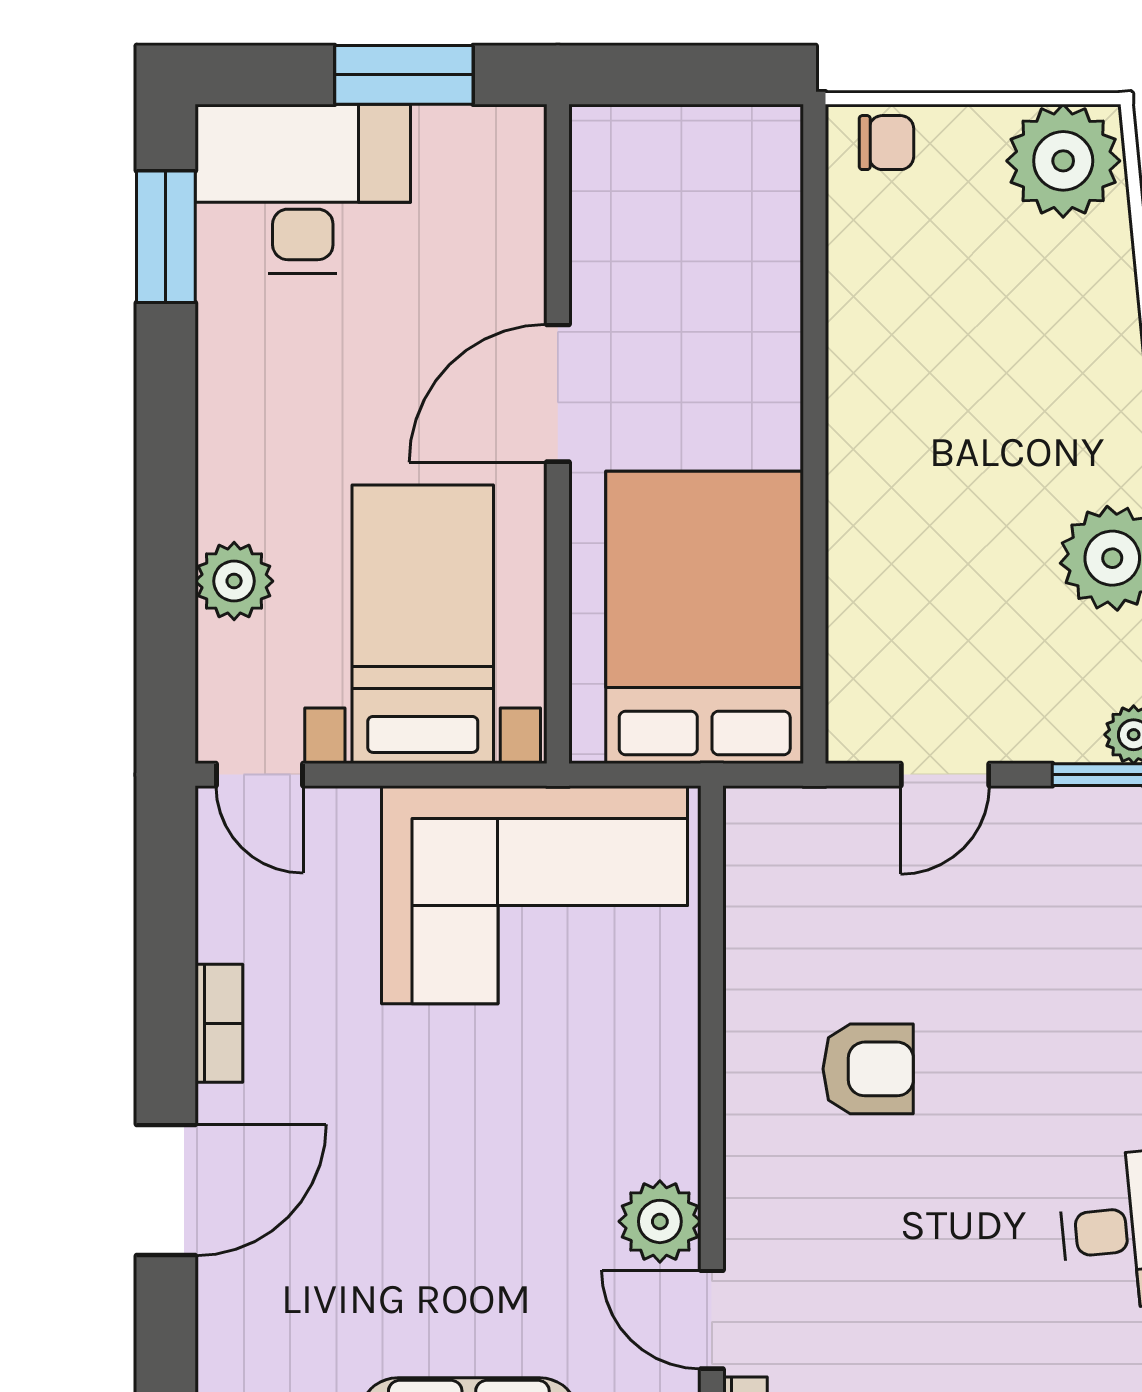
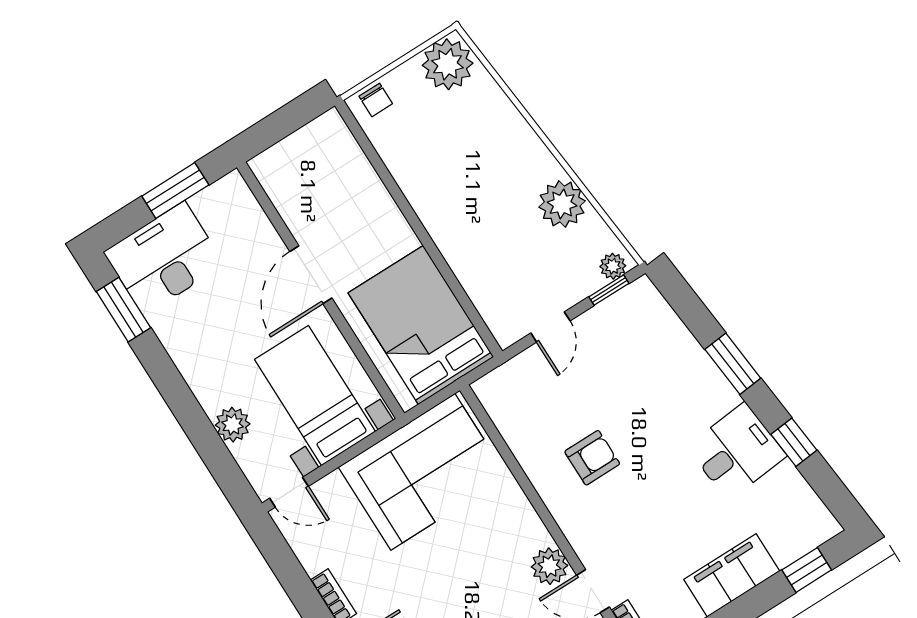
chair: (886, 143) -> (376, 100), turned 90

